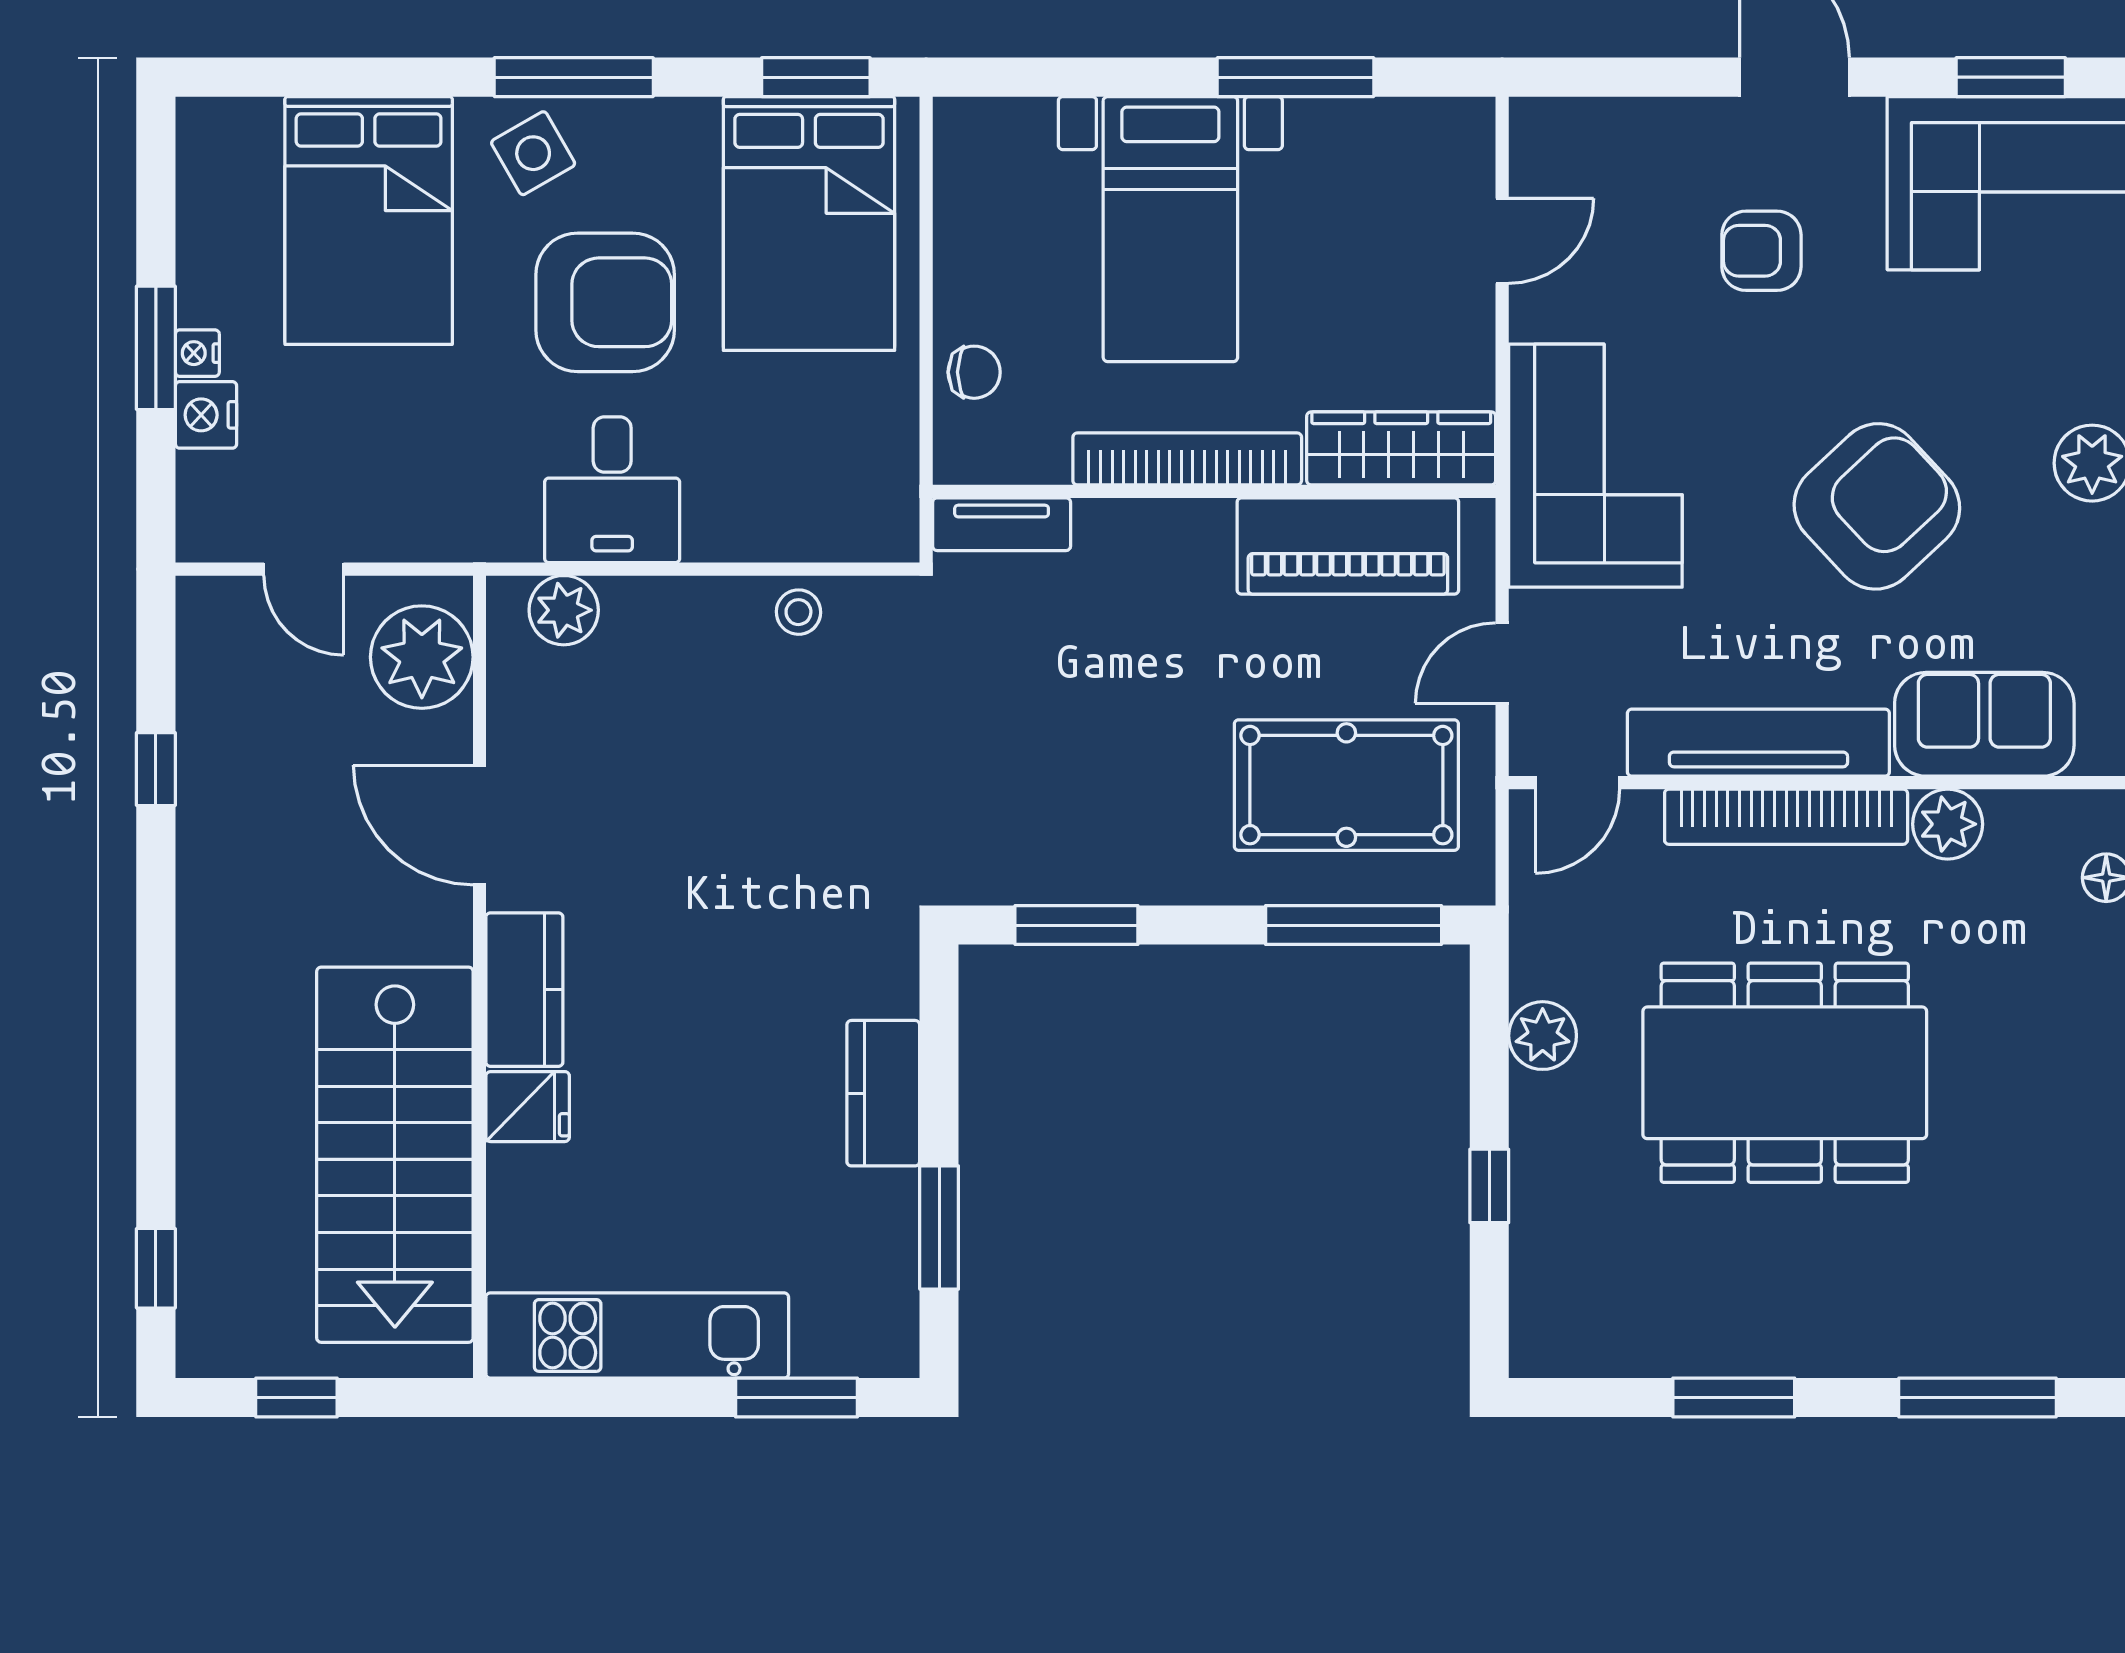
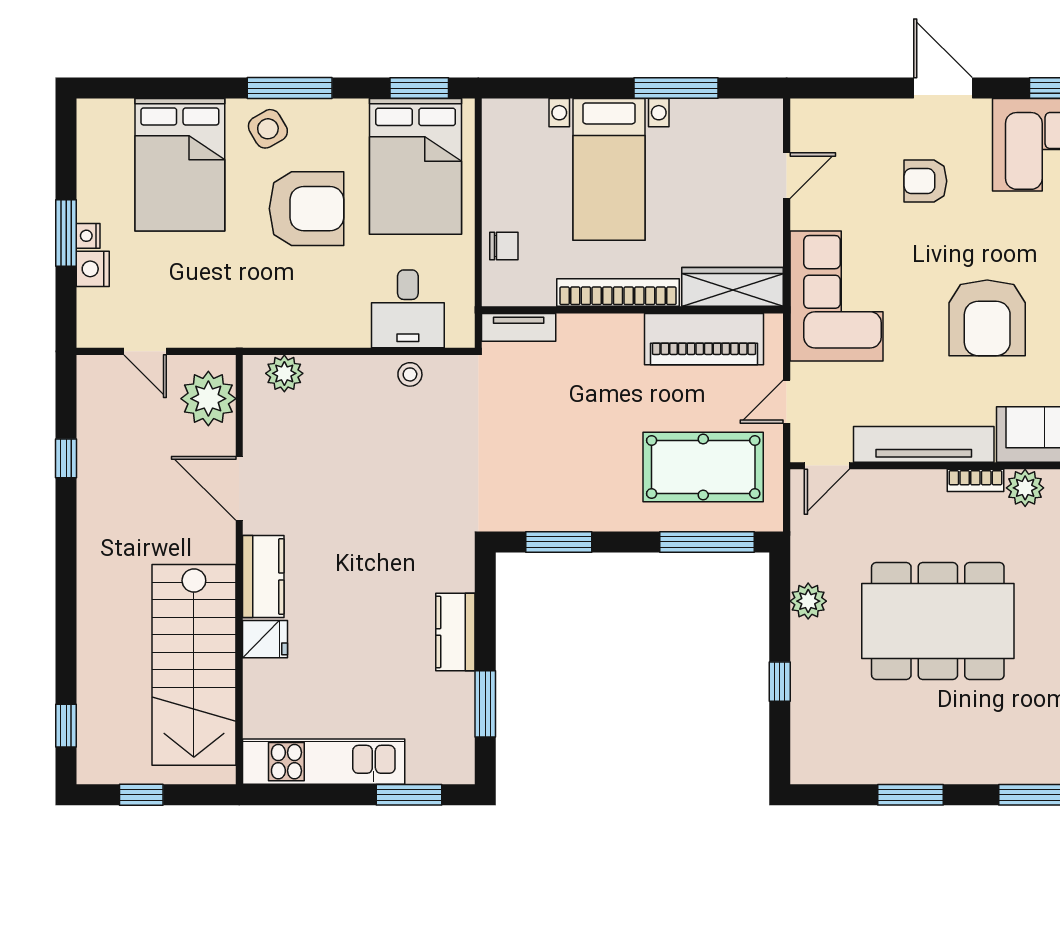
desk: (612, 490) -> (408, 309), moved
armchair: (1877, 506) -> (987, 318), turned 133
bookcase: (1786, 817) -> (975, 480), width x0.43, depth x0.76

